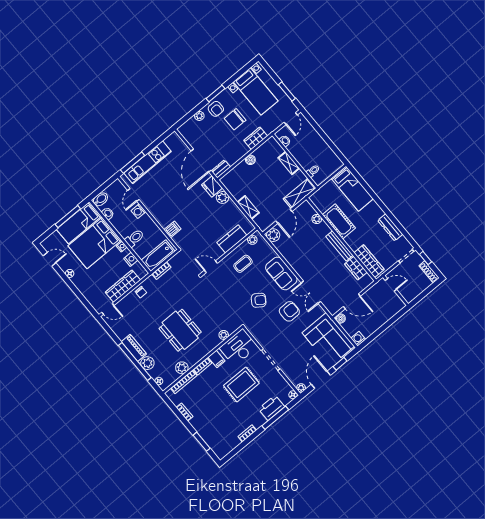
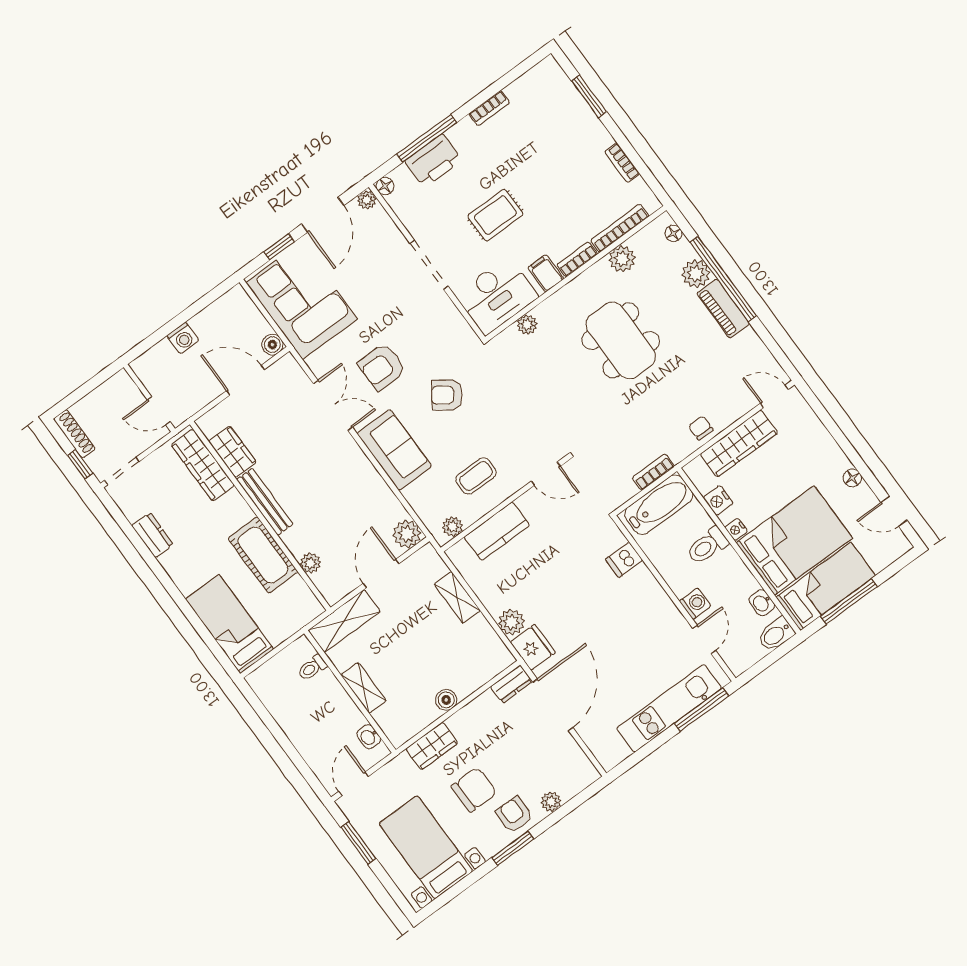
dresser: (390, 227) -> (153, 535), width x0.70
washing machine: (358, 339) -> (183, 338), moved
rug: (241, 384) -> (495, 215), width x0.73, depth x0.70

